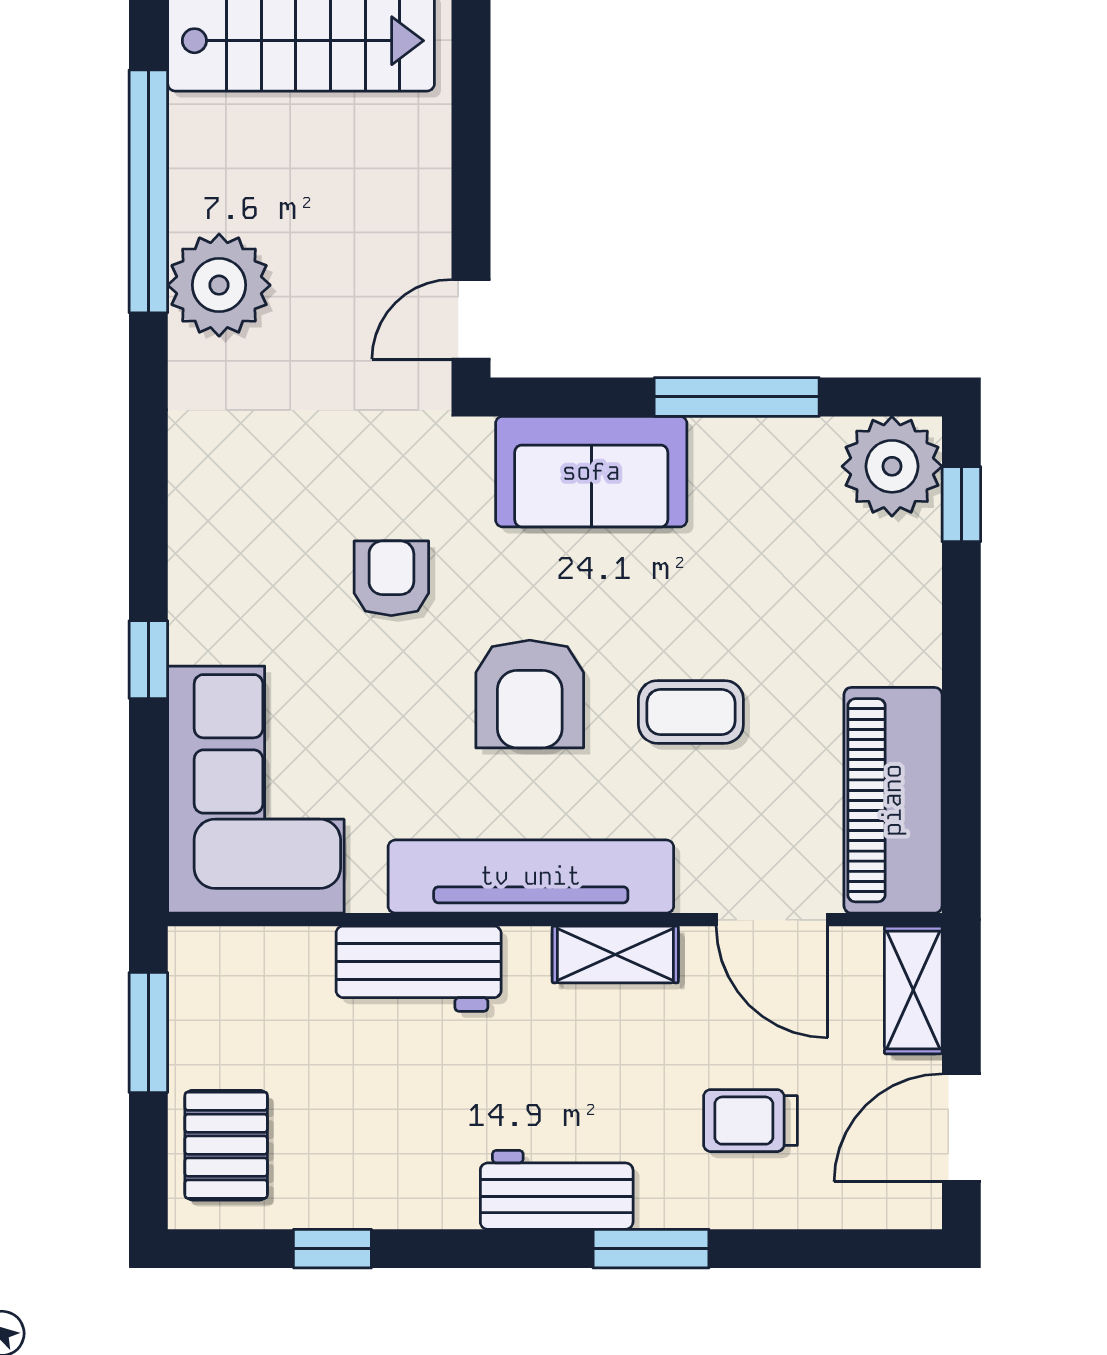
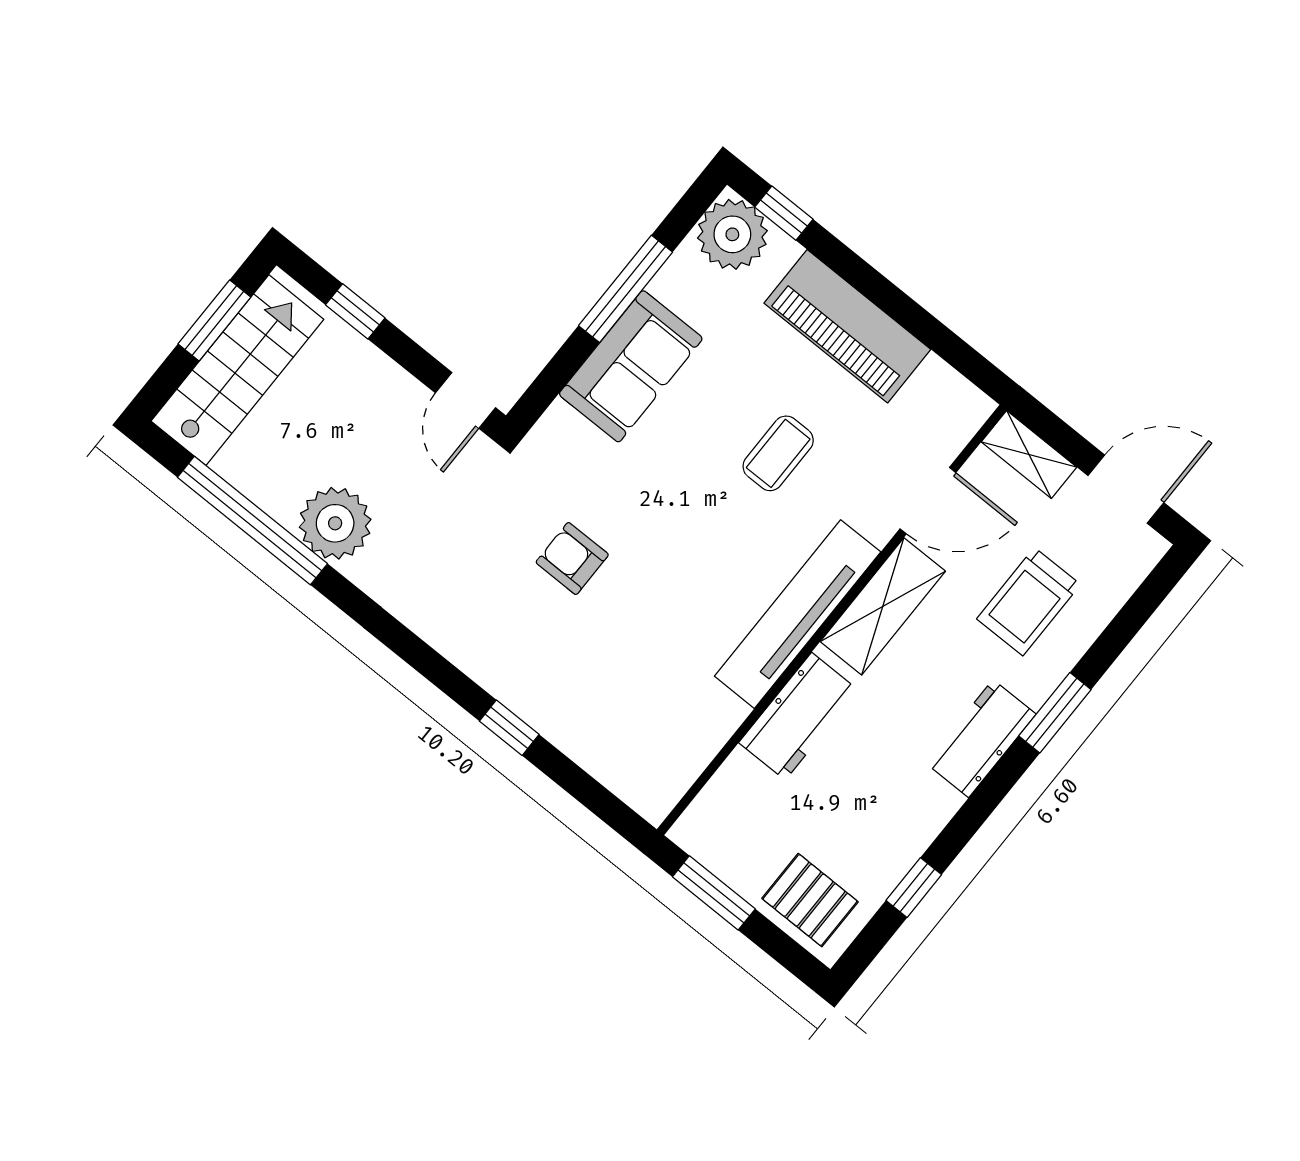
window: (471, 118) -> (355, 311), added
sofa: (591, 472) -> (631, 366), moved
armchair: (530, 694) -> (697, 534), removed
corner sofa: (256, 790) -> (628, 726), removed
piano: (893, 800) -> (847, 326), moved
shelving: (615, 954) -> (883, 606), width x1.50, depth x1.33
trolley: (750, 1121) -> (1029, 602), width x1.36, depth x1.39
door: (961, 1128) -> (1126, 489), swing flipped

